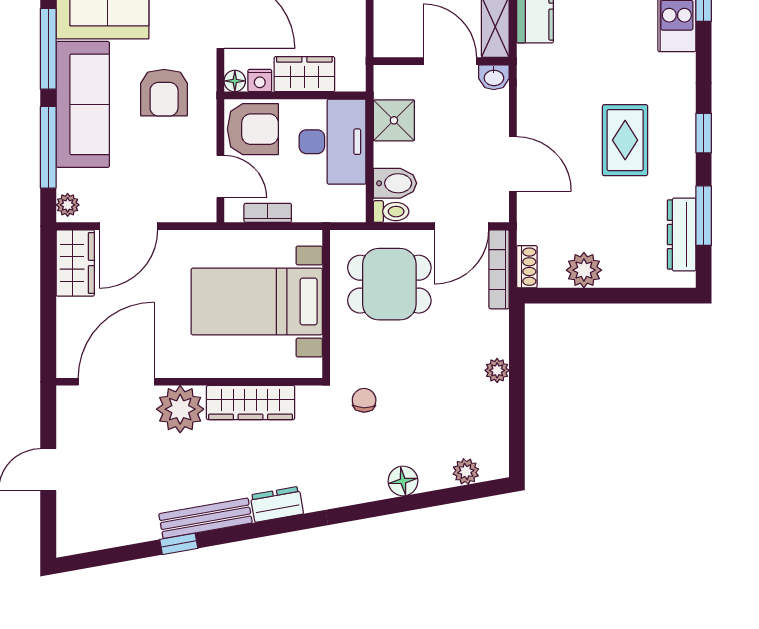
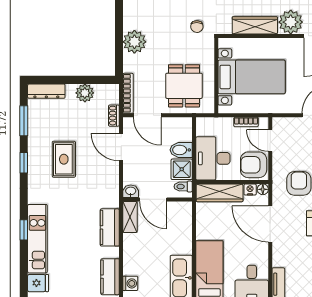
wardrobe: (304, 74) -> (220, 193), width x1.50
bidet: (395, 183) -> (181, 150), moved
toilet: (391, 212) -> (183, 187), moved
door: (462, 226) -> (147, 115), swing flipped
dresser: (682, 235) -> (46, 91), moved, turned 90
shoe rack: (527, 267) -> (114, 116), moved
dining table: (389, 284) -> (184, 86), turned 90
plant: (497, 370) -> (134, 42), width x1.87, depth x1.87

